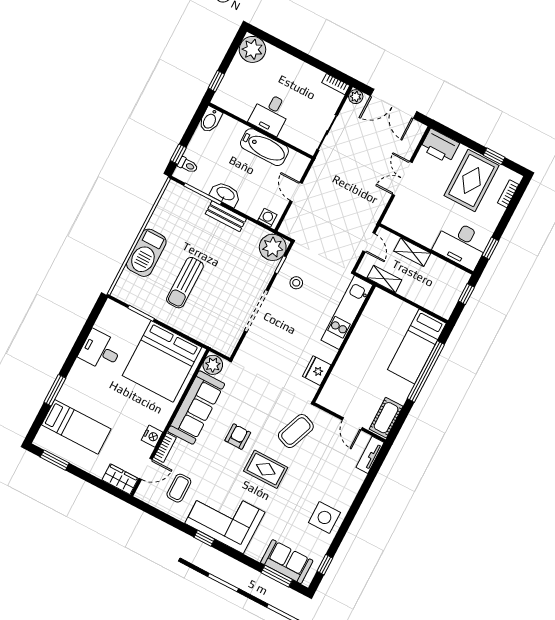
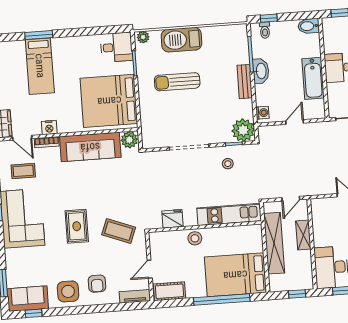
shelving: (384, 279) -> (274, 243), width x2.20, depth x1.33
plant: (120, 289) -> (143, 37), added
bed: (417, 346) -> (235, 275), width x1.50
desk: (100, 351) -> (116, 47), moved, turned 90
stool: (350, 361) -> (195, 238), added
bed: (76, 427) -> (40, 66), moved
armchair: (238, 437) -> (97, 284), moved, turned 90
sofa: (287, 562) -> (28, 299), moved, turned -90

